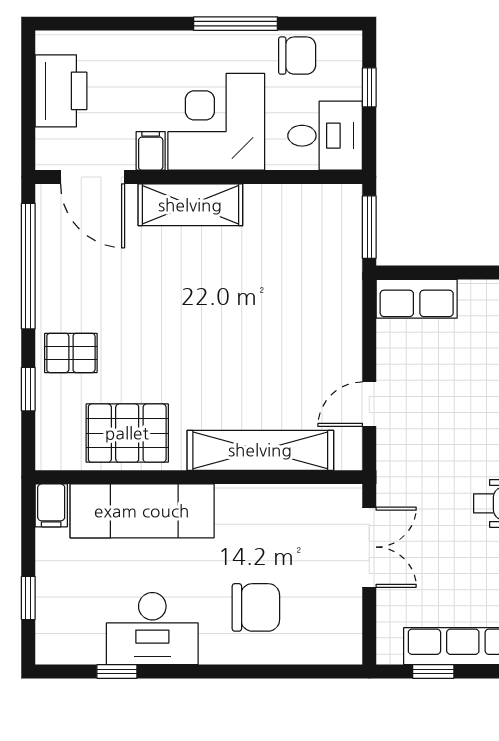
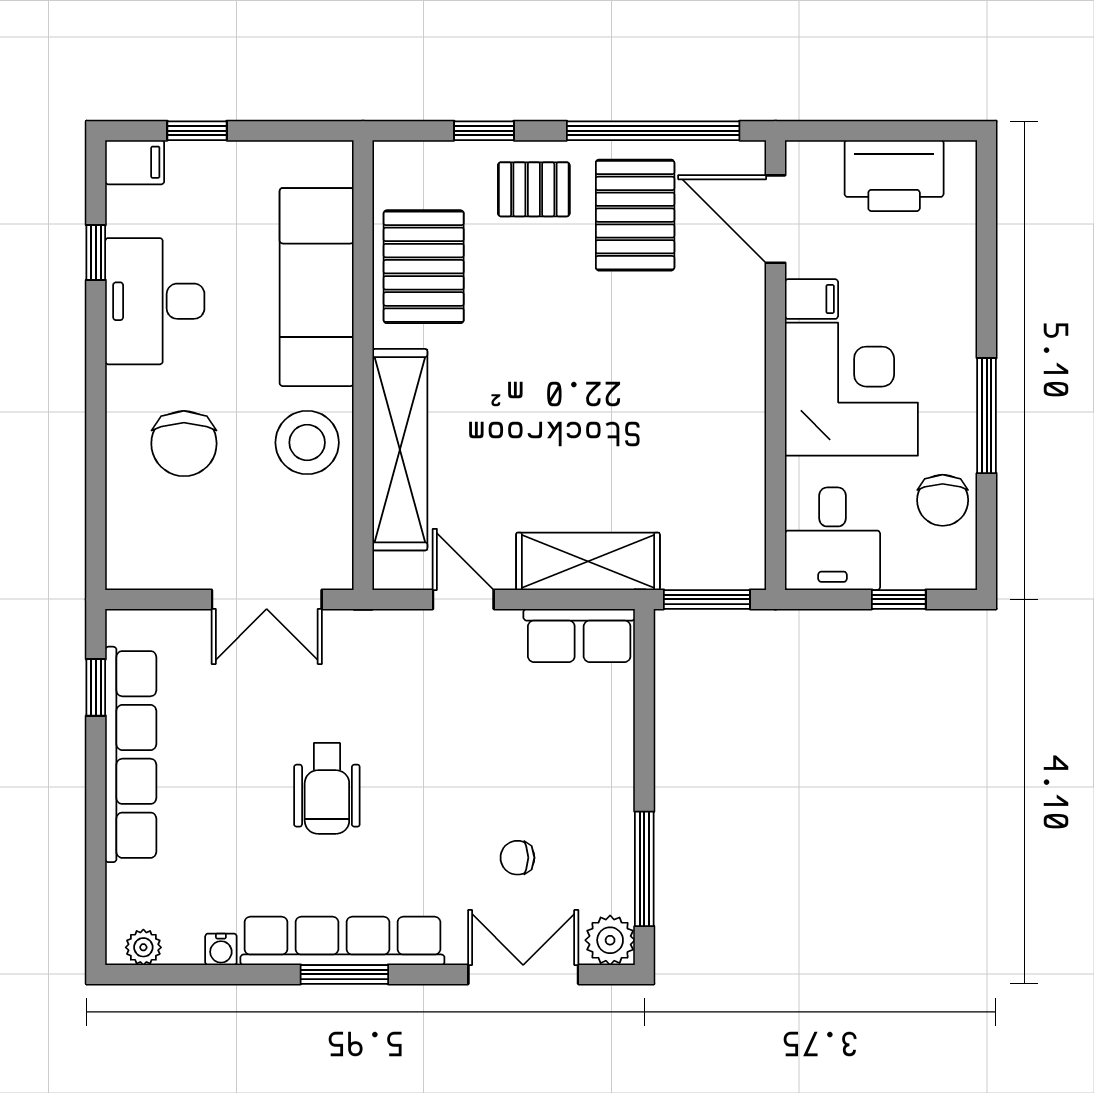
door: (93, 177) -> (776, 219), hinge flipped
shelving: (190, 205) -> (588, 561), moved, turned 90
pallet: (90, 279) -> (635, 215), added
row of seats: (417, 299) -> (579, 635), moved, turned -90
pallet: (71, 353) -> (534, 189), turned 90
filing cabinet: (51, 505) -> (135, 162), moved, turned 180
stool: (255, 518) -> (307, 443), added

